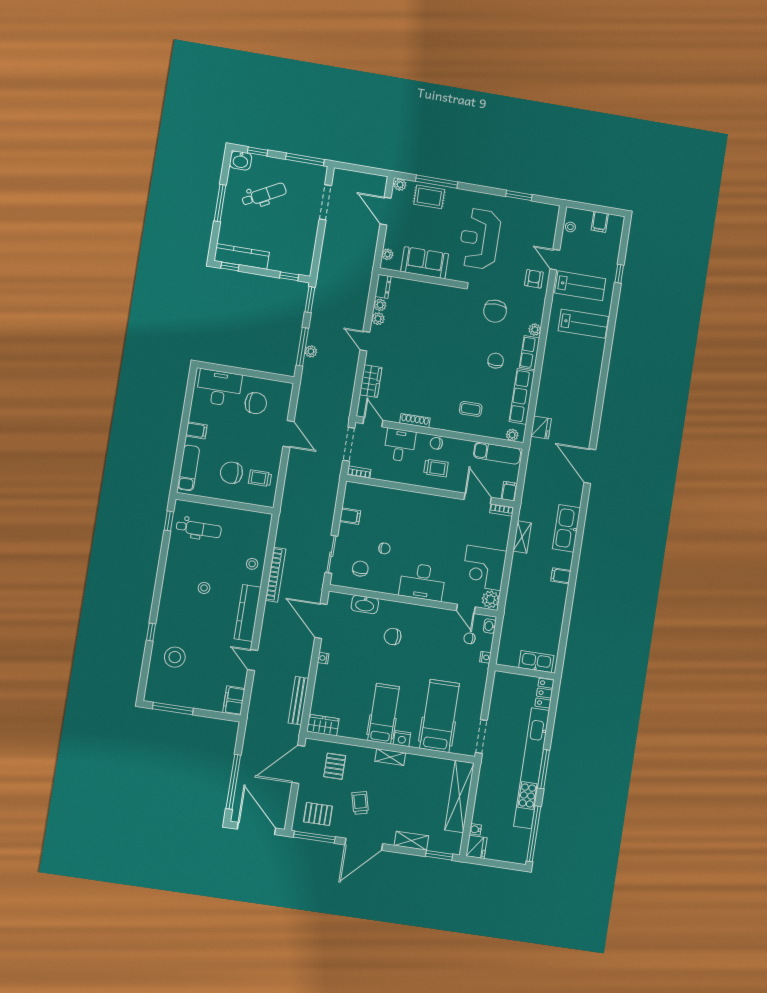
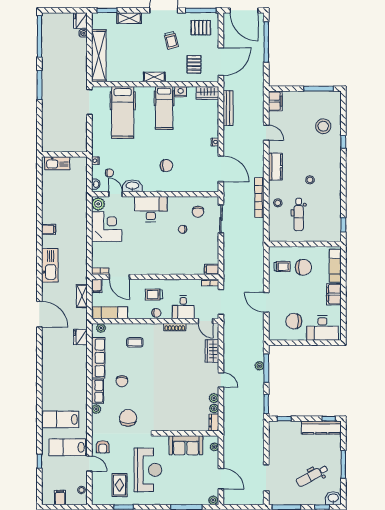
rug: (429, 197) -> (120, 485), moved, turned 90
filing cabinet: (196, 430) -> (334, 294), width x2.00
filing cabinet: (350, 516) -> (212, 269), moved
dental chair: (199, 529) -> (299, 214), moved, turned -90
shelving: (522, 537) -> (82, 296), moved
washbasin: (365, 604) -> (132, 186), moved
kitchen counter: (248, 613) -> (275, 167), width x0.67
locker: (545, 693) -> (47, 141), removed
nightstand: (402, 739) -> (181, 92), moved
kitchen unit: (532, 768) -> (48, 84), removed

